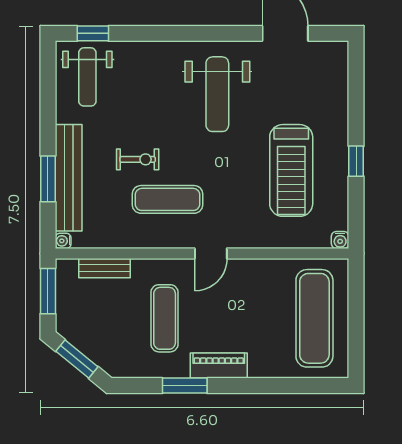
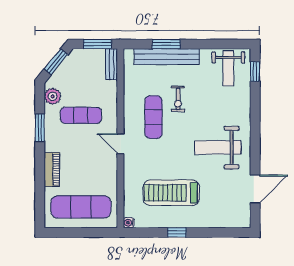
weight bench: (87, 77) -> (228, 68), turned -90
water cooler: (63, 241) -> (128, 53), removed
bench: (104, 268) -> (112, 64), moved
plant: (133, 365) -> (53, 96), added
piano: (219, 366) -> (52, 170), moved

